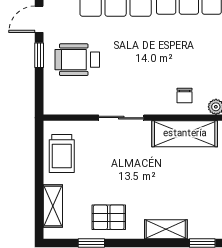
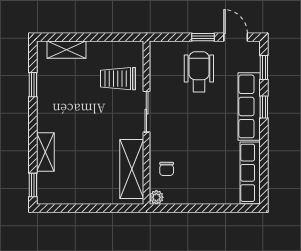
chair: (184, 95) -> (167, 169), turned -90
trolley: (62, 153) -> (118, 79), moved
pallet: (109, 217) -> (56, 100), removed

